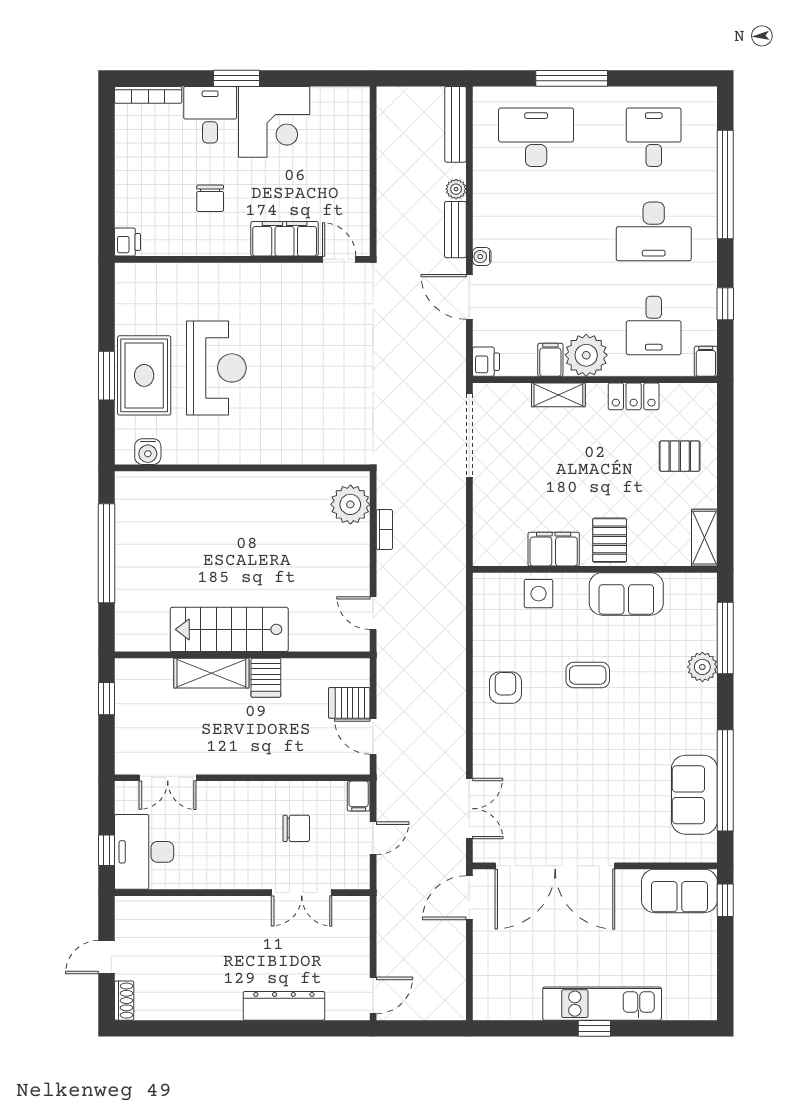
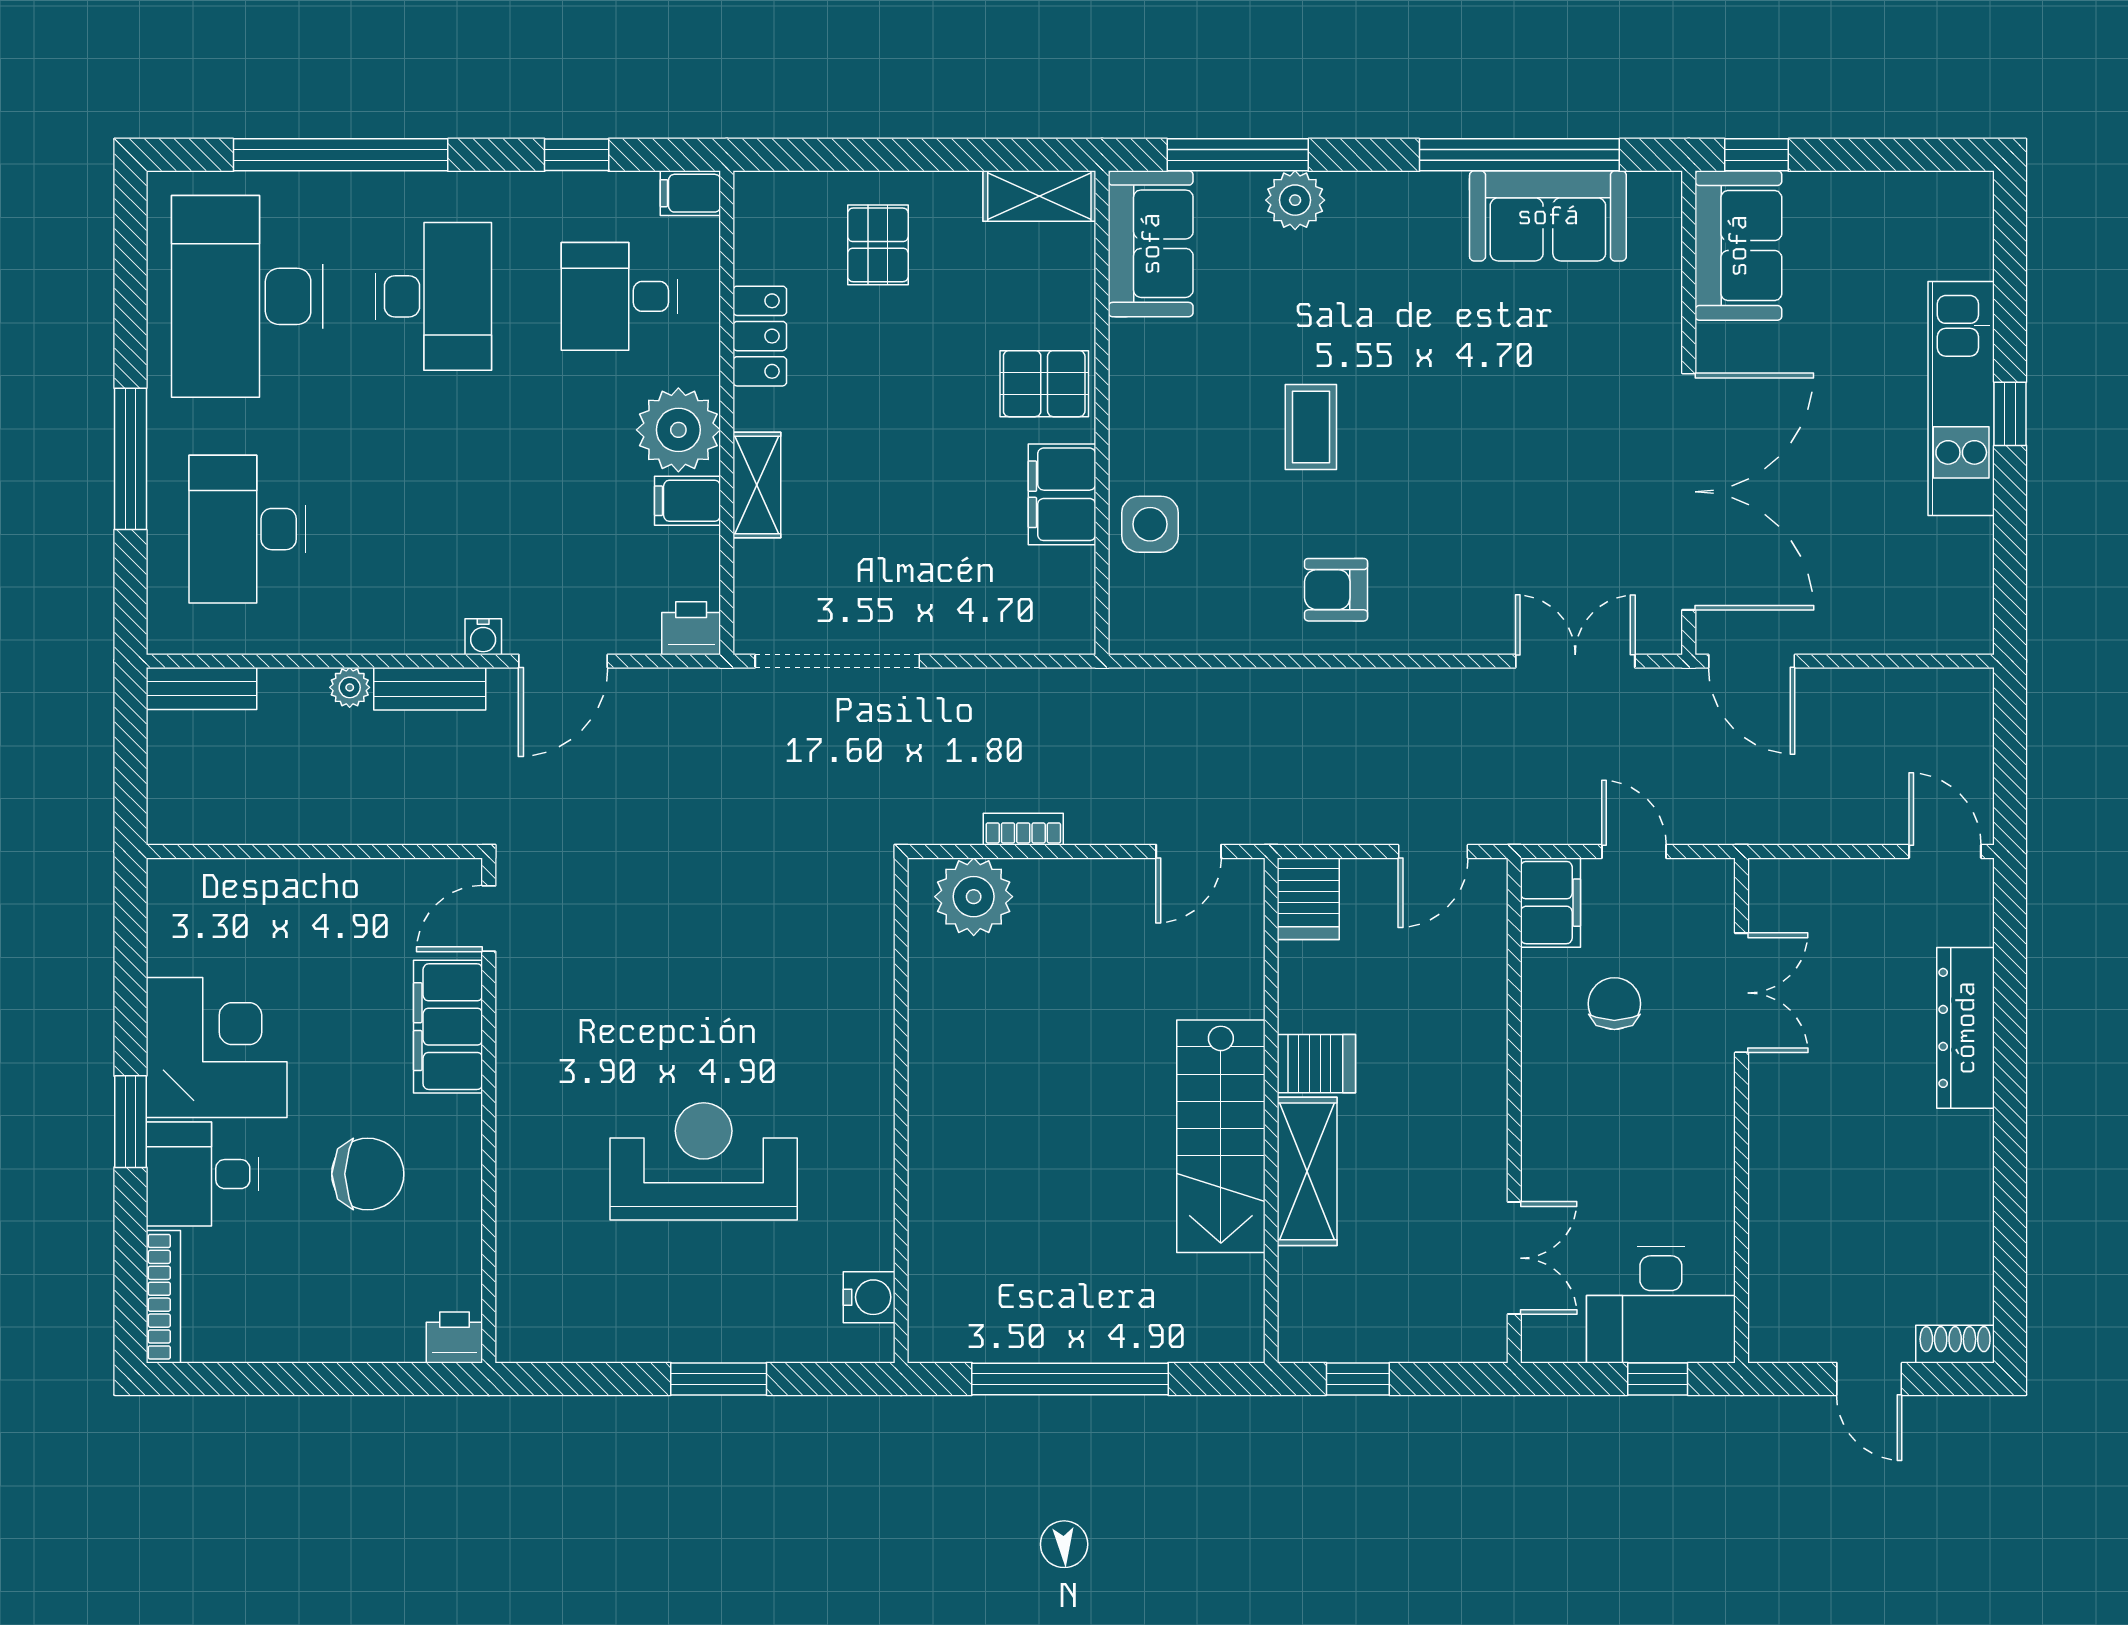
bench: (455, 124) -> (201, 689), width x0.73
desk: (654, 137) -> (247, 296), width x1.87, depth x1.30
chair: (210, 198) -> (368, 1174), width x1.37, depth x1.37
desk: (654, 325) -> (619, 296), turned 180
rug: (144, 375) -> (718, 1304), removed
sofa: (626, 594) -> (1151, 244), moved
server rack: (349, 703) -> (1308, 899), moved
filing cabinet: (359, 796) -> (1550, 903), width x2.00

